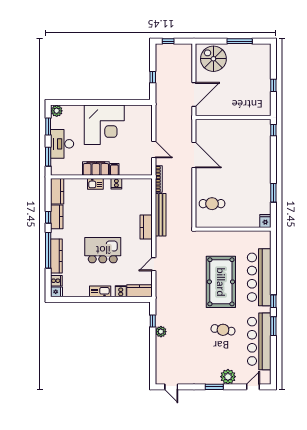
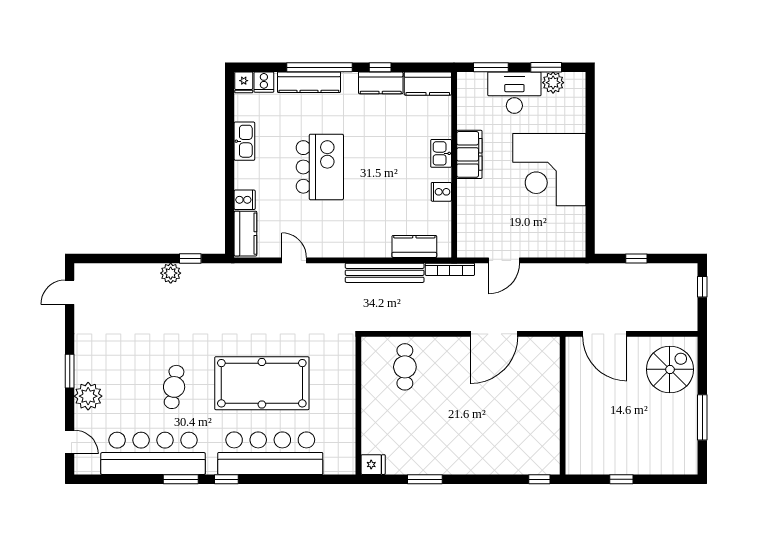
plant: (57, 111) -> (553, 83), moved
filing cabinet: (114, 169) -> (468, 188), removed
kitchen counter: (146, 227) -> (414, 246), moved
kitchen sink: (100, 291) -> (244, 141), moved

